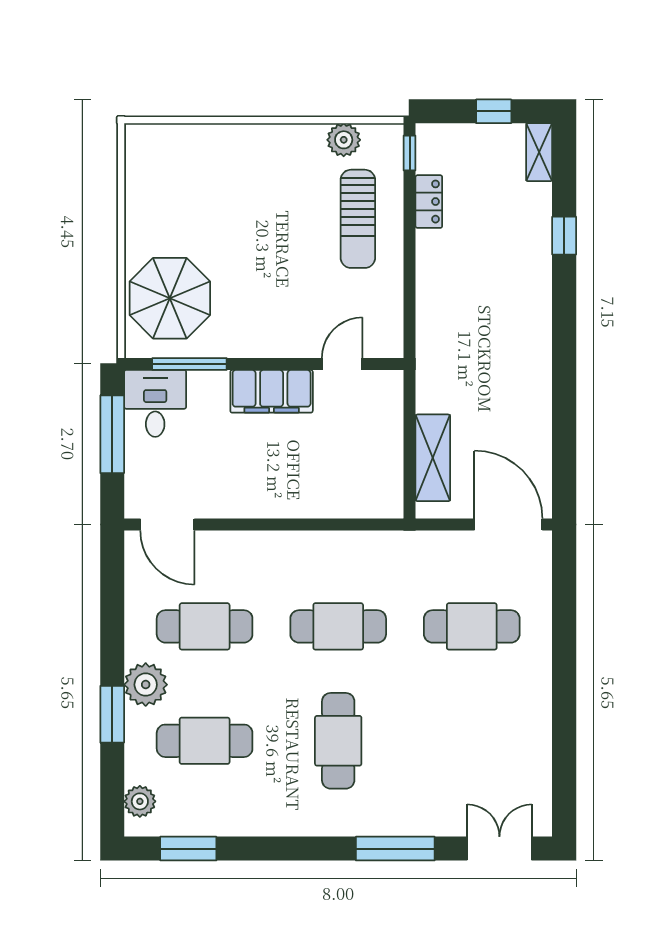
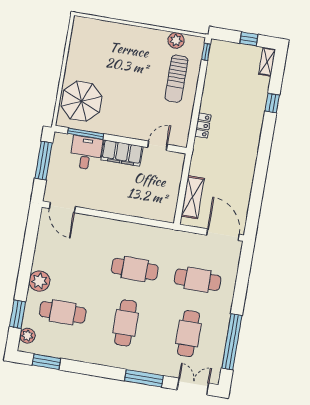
locker: (429, 202) -> (203, 126), moved
desk: (155, 403) -> (86, 153), moved
cafe table: (205, 626) -> (188, 334), moved, turned 90
window: (112, 714) -> (18, 314), moved
window: (564, 742) -> (232, 342), added

